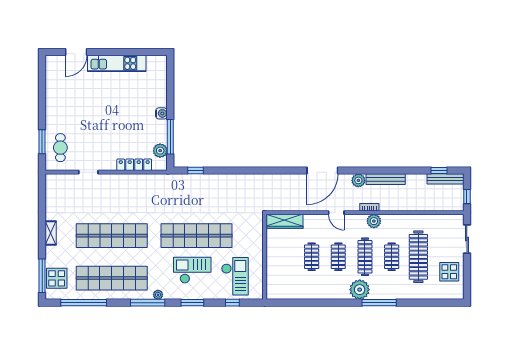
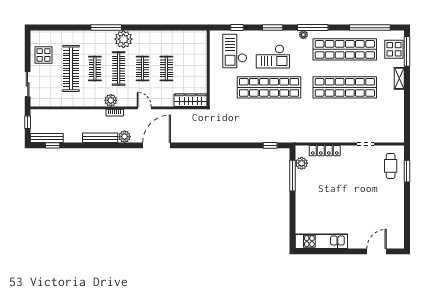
kitchen unit: (117, 63) -> (321, 241), moved
water cooler: (161, 113) -> (300, 196), removed
shelving: (51, 233) -> (399, 78), moved

